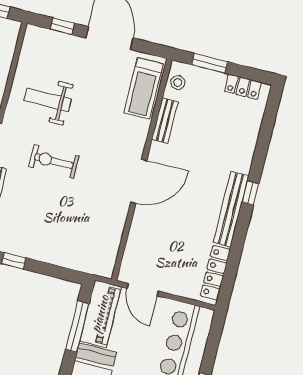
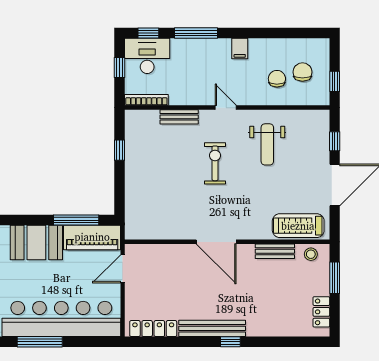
weight bench: (48, 100) -> (267, 144), turned 180

